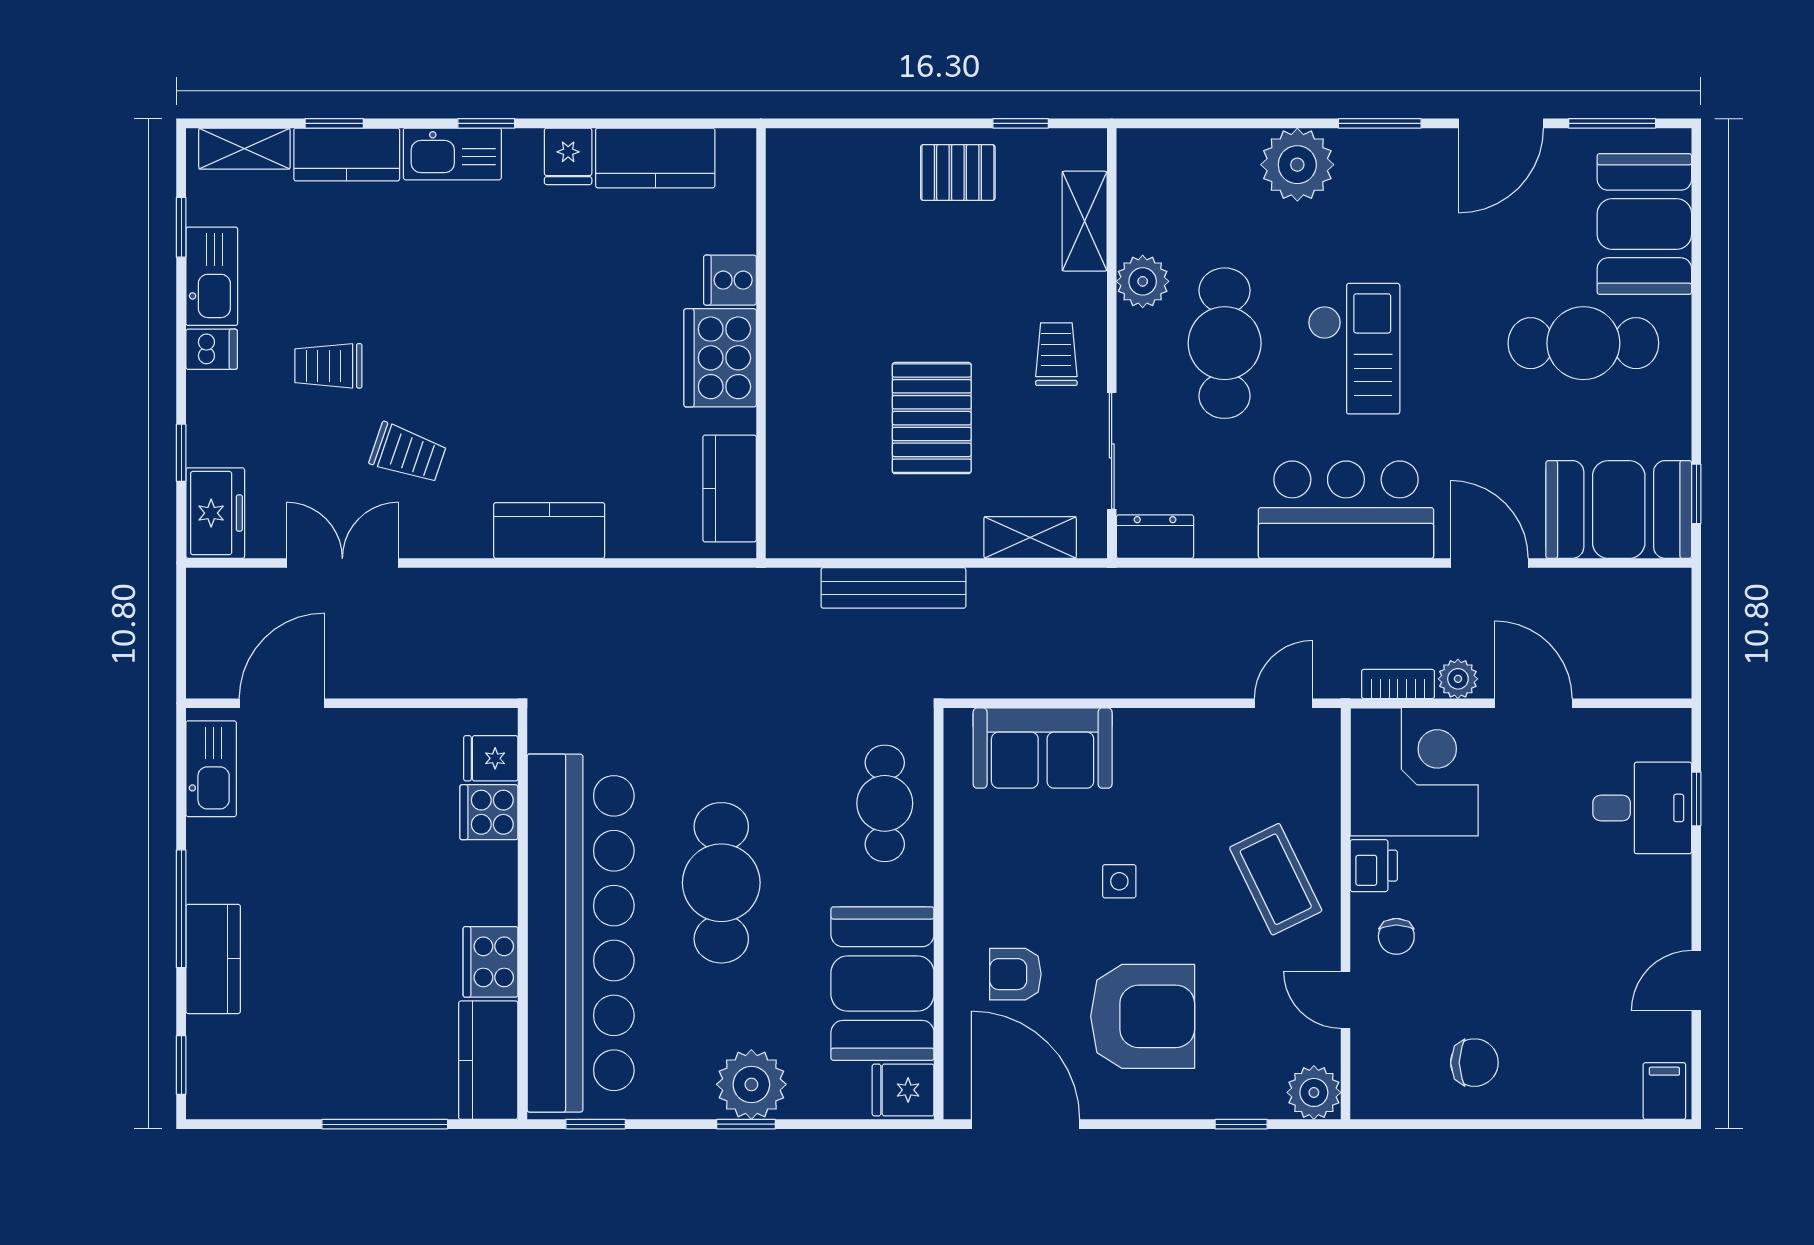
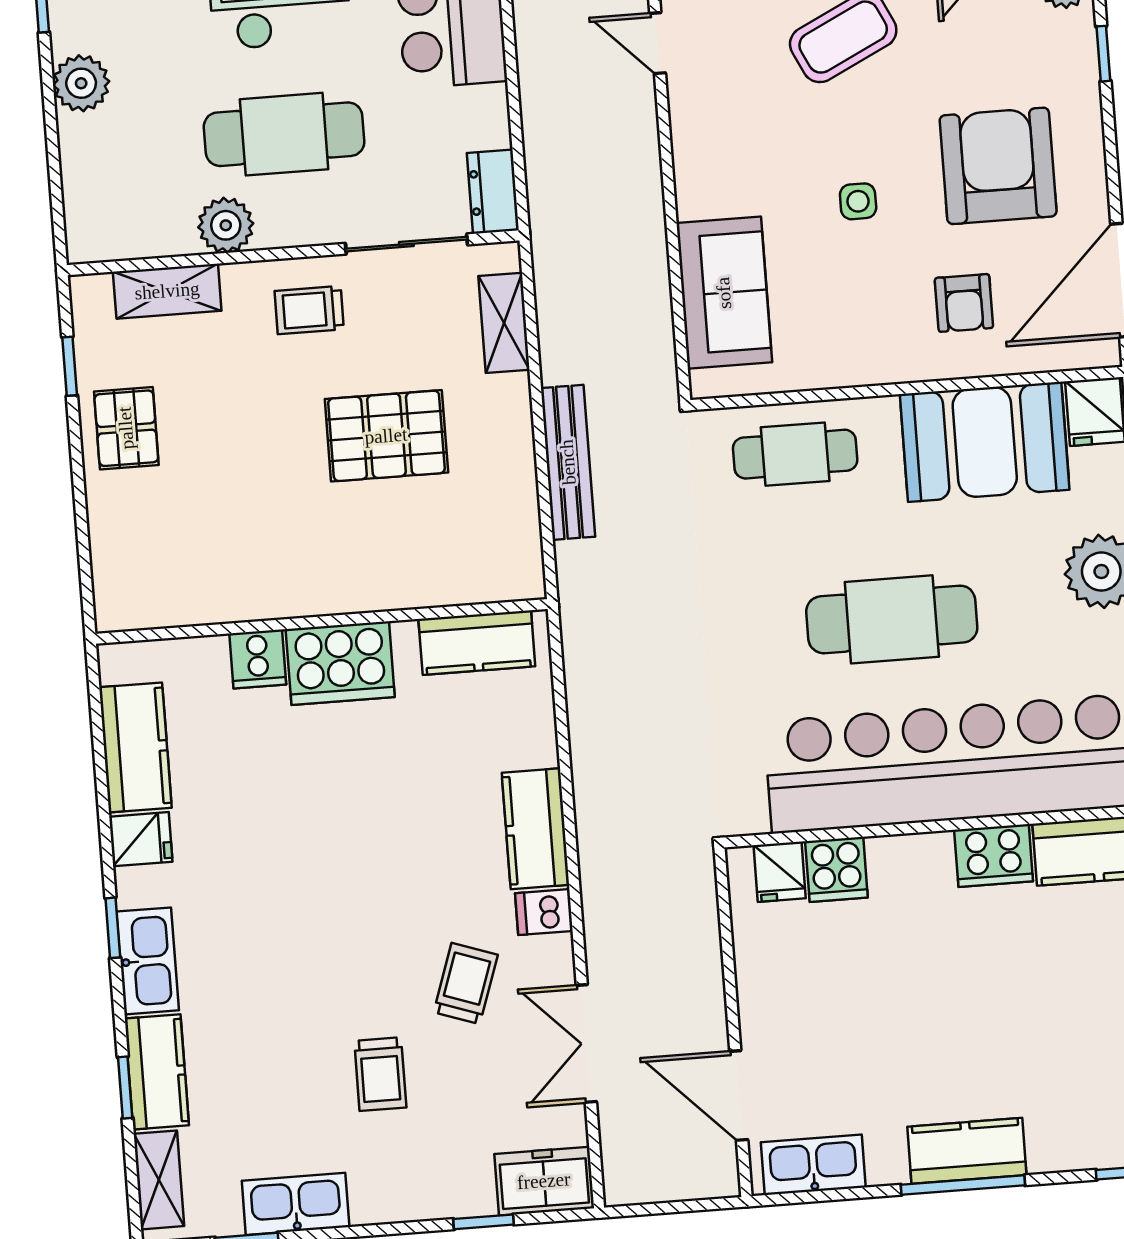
plant: (1297, 165) -> (81, 83), width x0.73, depth x0.73
dishwasher: (212, 349) -> (544, 912), moved, turned -90
kitchen counter: (213, 959) -> (967, 1151), moved

